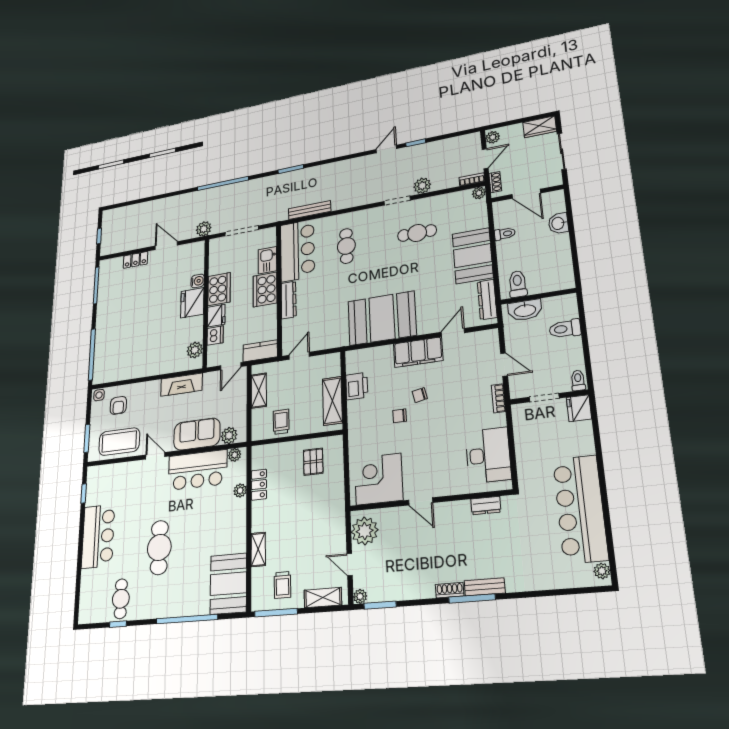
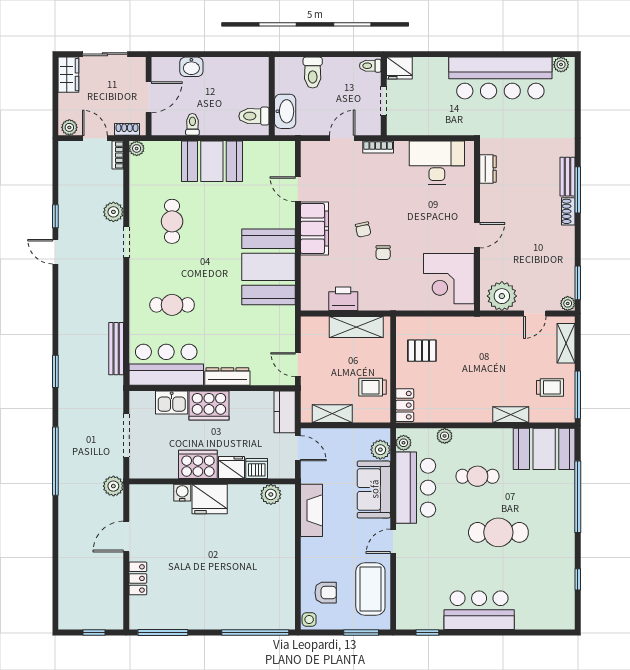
dresser: (487, 300) -> (266, 150), removed
locker: (259, 485) -> (405, 405), moved, turned 90
cafe table: (121, 599) -> (477, 476), moved

